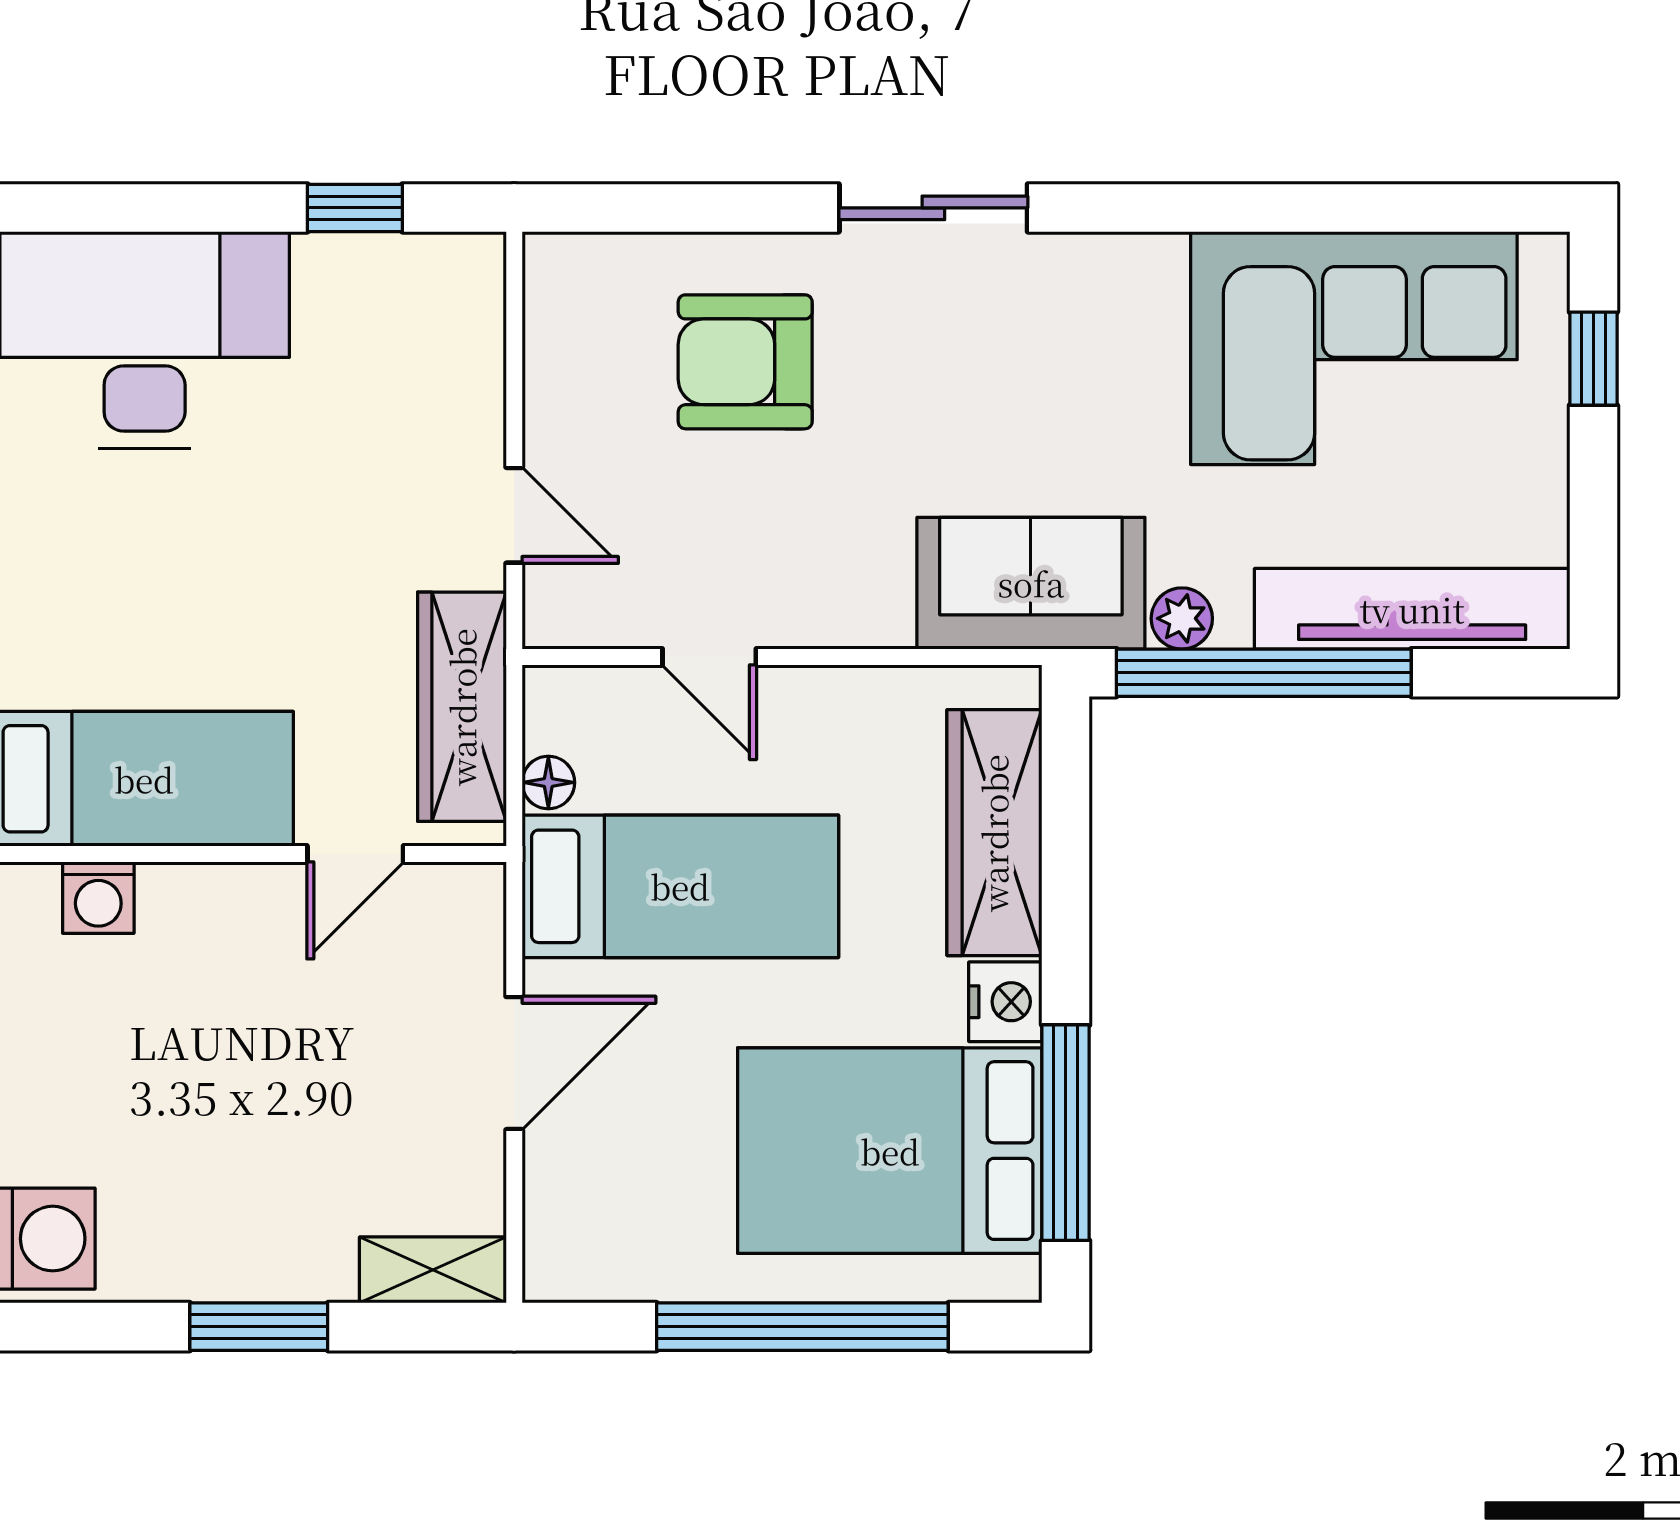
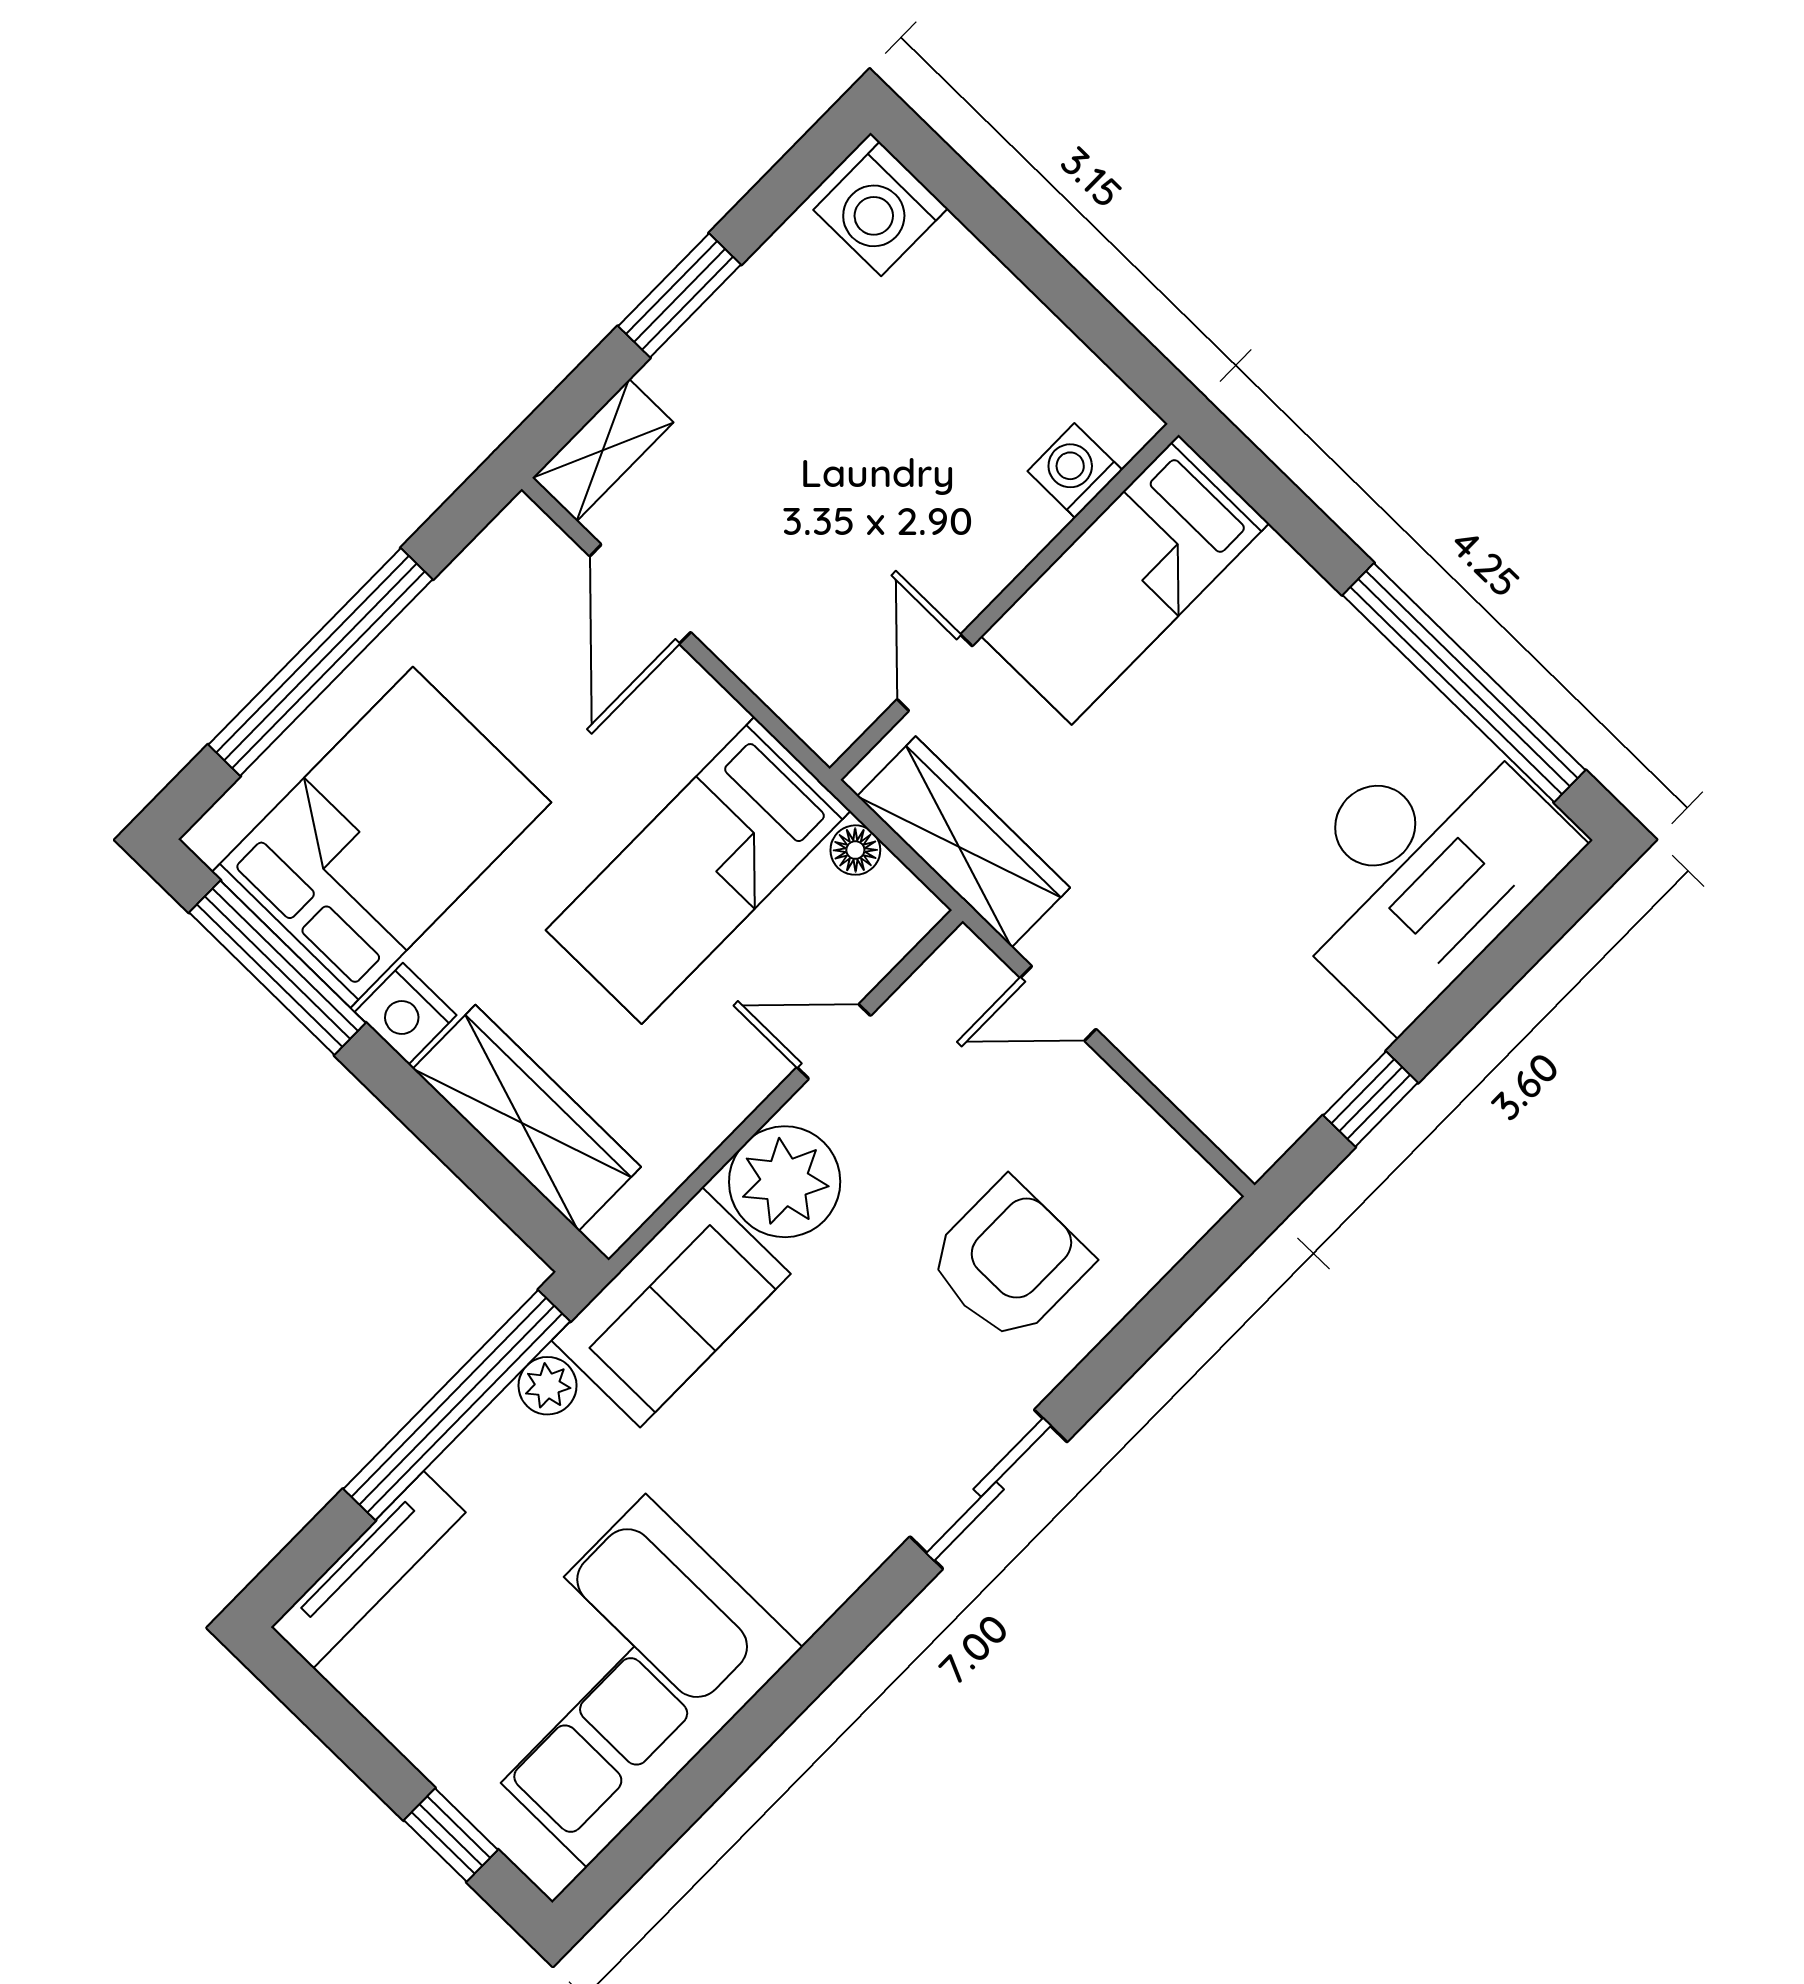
plant: (852, 590) -> (785, 1182), added
tv unit: (1412, 609) -> (368, 1570), width x0.73, depth x0.78
door: (514, 1063) -> (640, 594), moved

